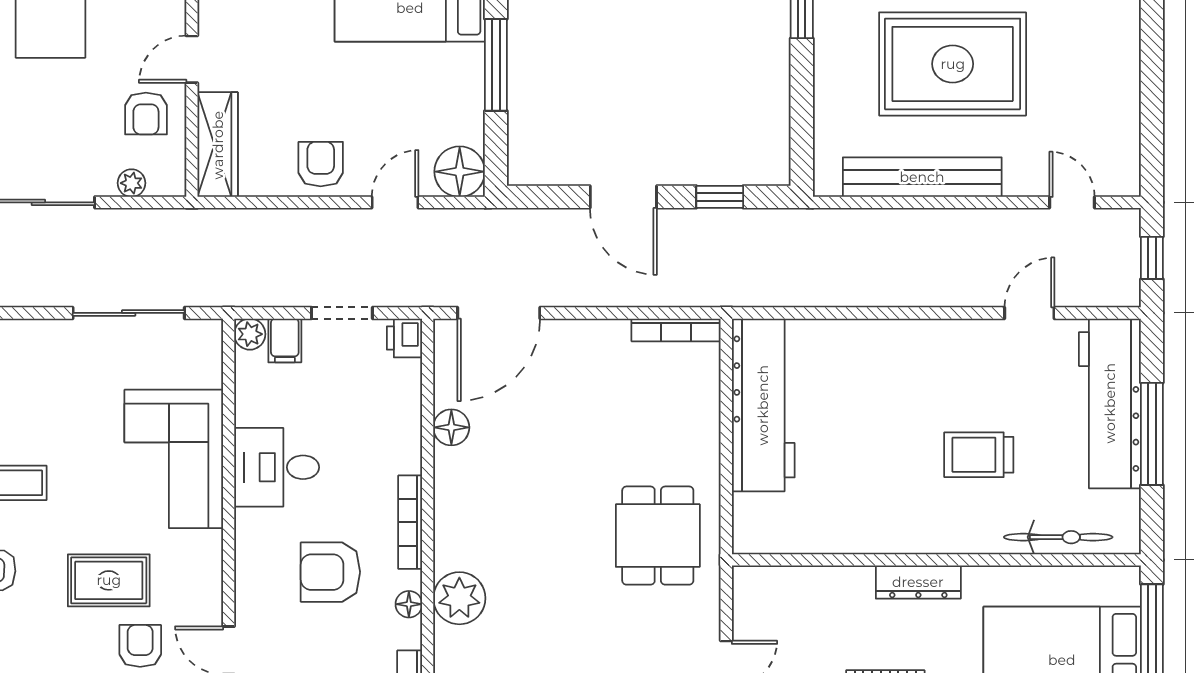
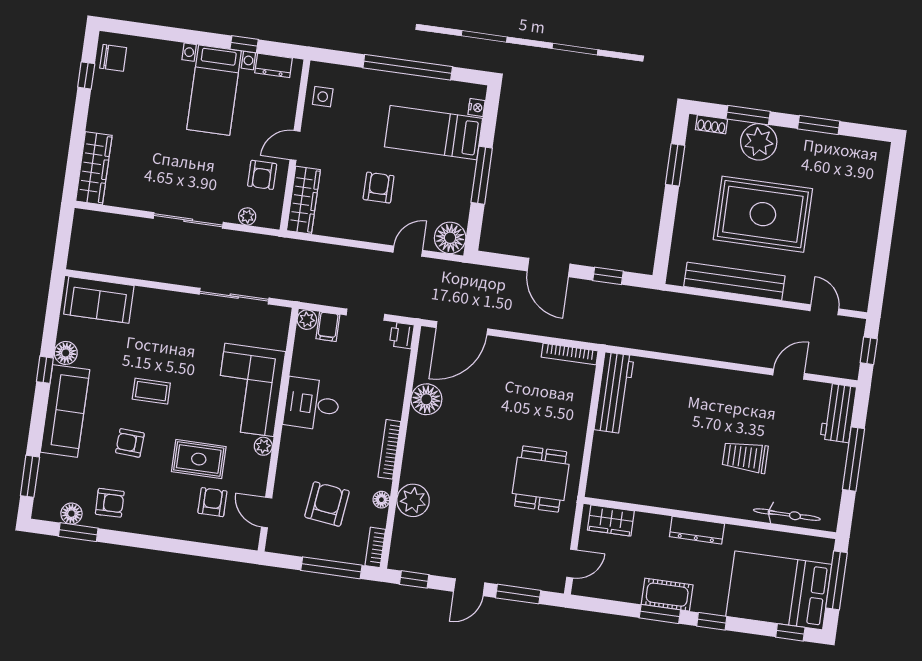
armchair: (321, 164) -> (379, 188), moved
workbench: (1110, 403) -> (838, 413), width x0.53, depth x0.76
workbench: (763, 405) -> (614, 393), width x0.73, depth x0.76
floor lamp: (451, 427) -> (426, 399), width x1.38, depth x1.38
plant: (209, 546) -> (263, 446), added
armchair: (330, 572) -> (327, 504), moved, turned 97
wardrobe: (779, 586) -> (611, 520), added

